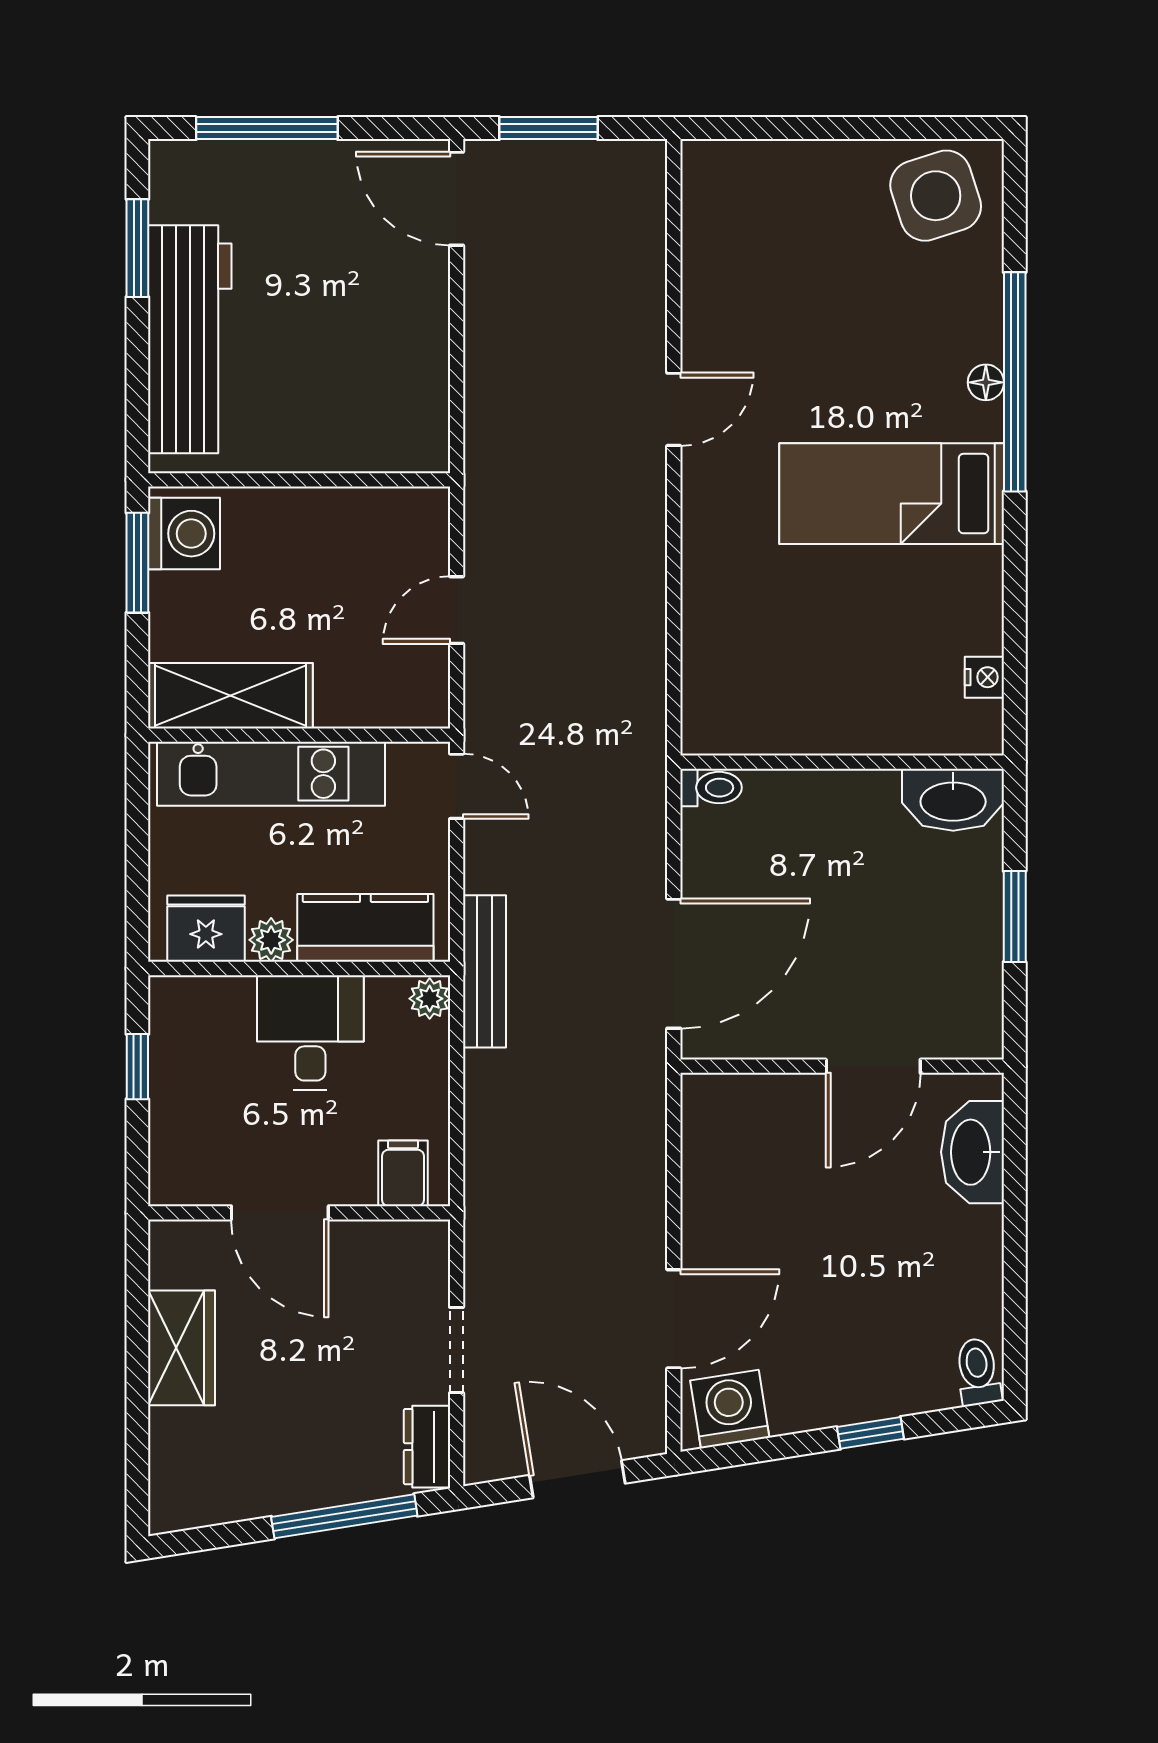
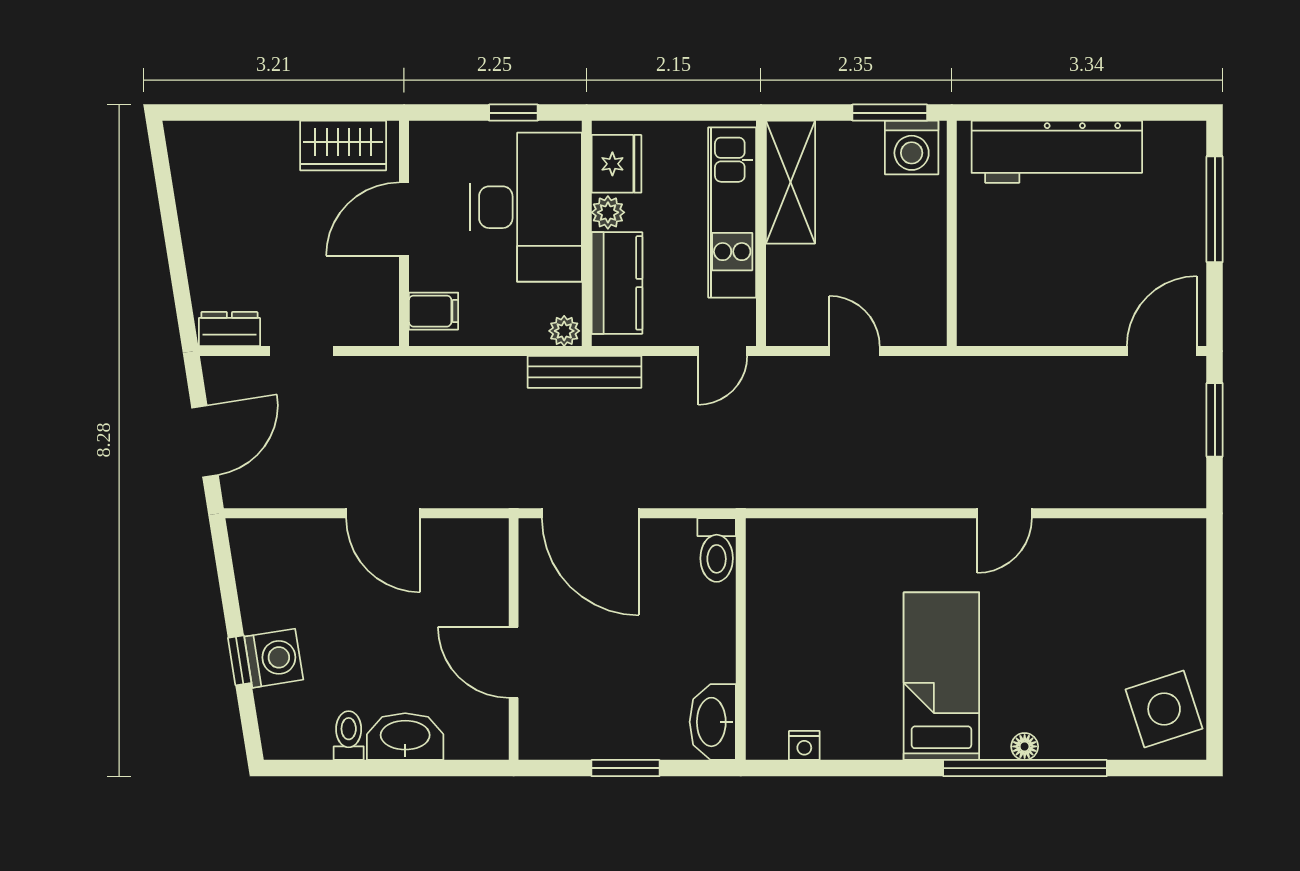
window: (137, 248) -> (1125, 113), removed
door: (674, 409) -> (1004, 513), hinge flipped
toilet: (711, 788) -> (717, 550), width x1.37, depth x1.39
desk: (310, 1032) -> (526, 207), width x1.87, depth x1.30
washbasin: (973, 1152) -> (405, 737), moved
door: (674, 1319) -> (383, 513), moved
wardrobe: (182, 1348) -> (343, 146), moved
toilet: (978, 1372) -> (349, 736), moved, turned -81
washing machine: (730, 1409) -> (274, 658), moved
window: (344, 1516) -> (177, 267), removed

